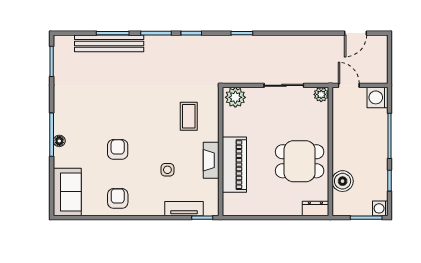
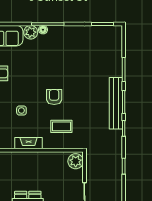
bench: (109, 43) -> (116, 103), moved
armchair: (118, 149) -> (54, 97), moved, turned -90
plant: (63, 157) -> (31, 32), added
piano: (234, 165) -> (25, 161), removed

